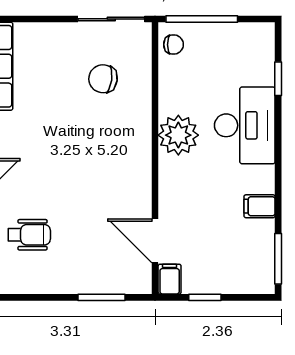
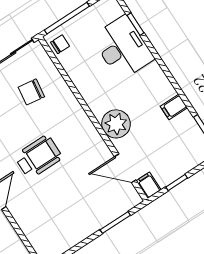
desk: (245, 125) -> (123, 48), moved
plant: (178, 135) -> (116, 124), moved
wheelchair: (29, 235) -> (38, 157), moved, width x1.36, depth x1.37

